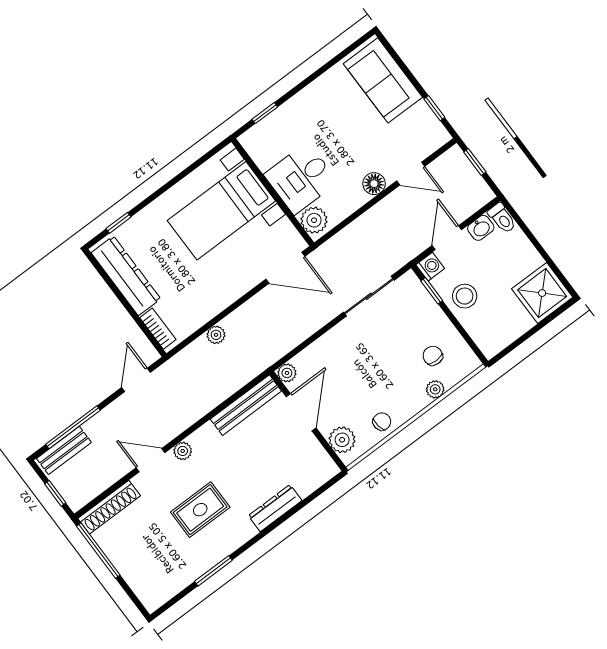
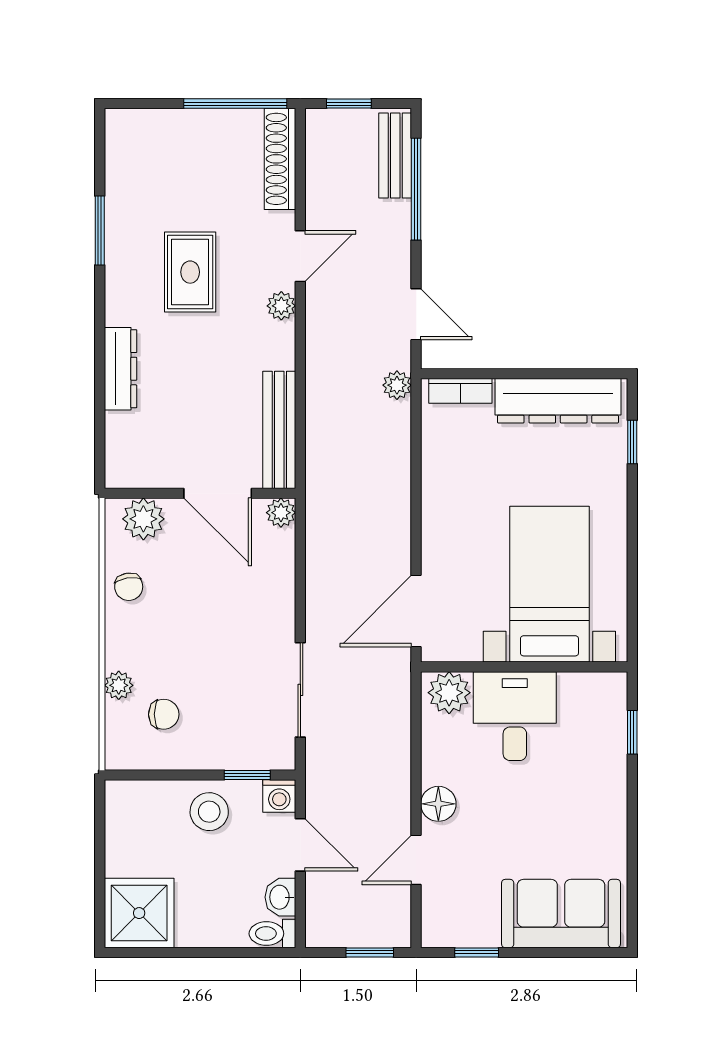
plant: (216, 335) -> (397, 385), moved

